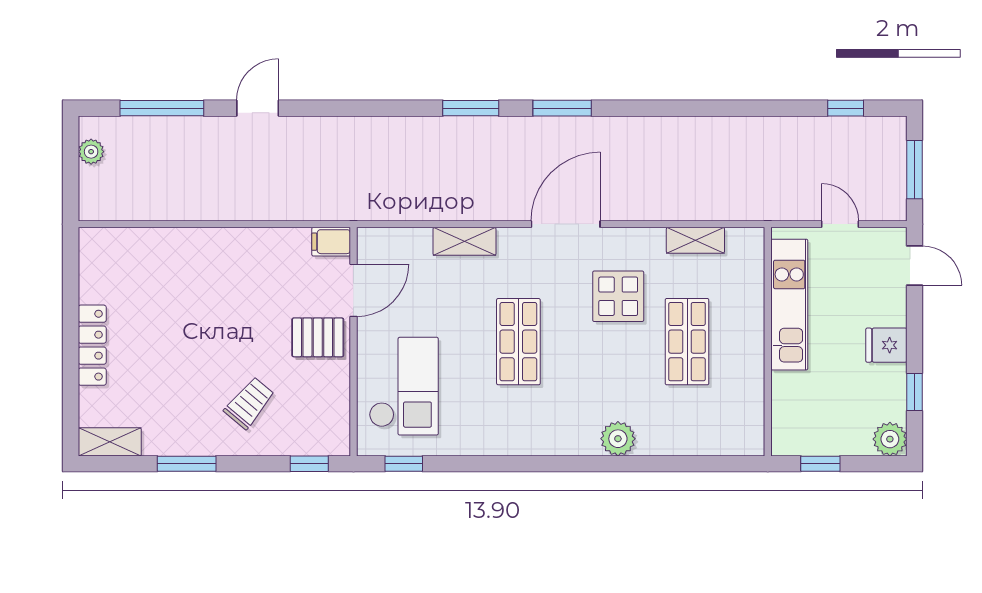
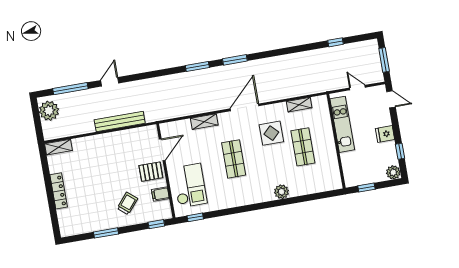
window: (846, 108) -> (336, 42), moved
plant: (91, 152) -> (49, 111), width x1.87, depth x1.87
bench: (265, 206) -> (120, 122), added
filing cabinet: (331, 242) -> (160, 194), moved
shelving: (110, 442) -> (58, 147), moved

